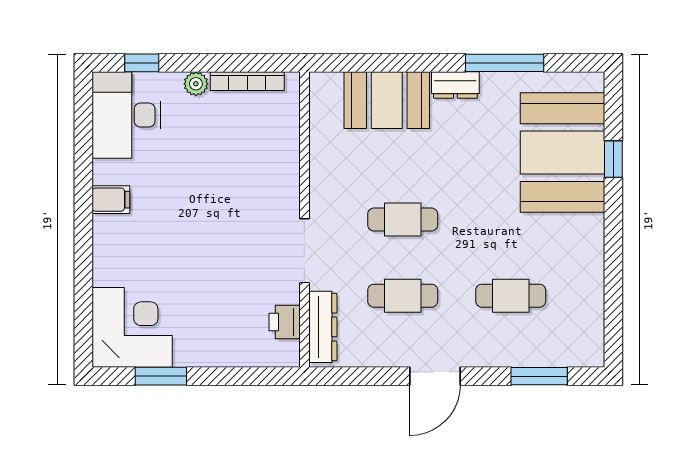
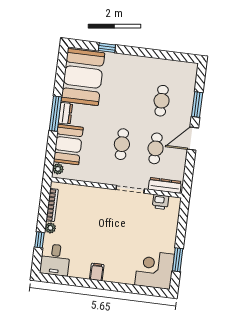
window: (142, 63) -> (40, 240), moved
window: (505, 63) -> (55, 114), moved
plant: (330, 84) -> (58, 169), added
desk: (126, 115) -> (55, 260), width x0.73
booth: (563, 153) -> (83, 77), moved, turned 90
door: (435, 376) -> (193, 139), swing flipped
window: (539, 376) -> (197, 104), moved

